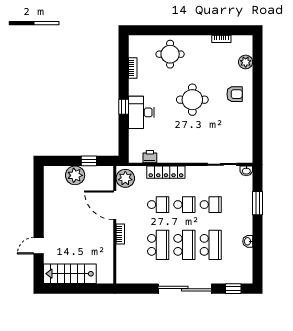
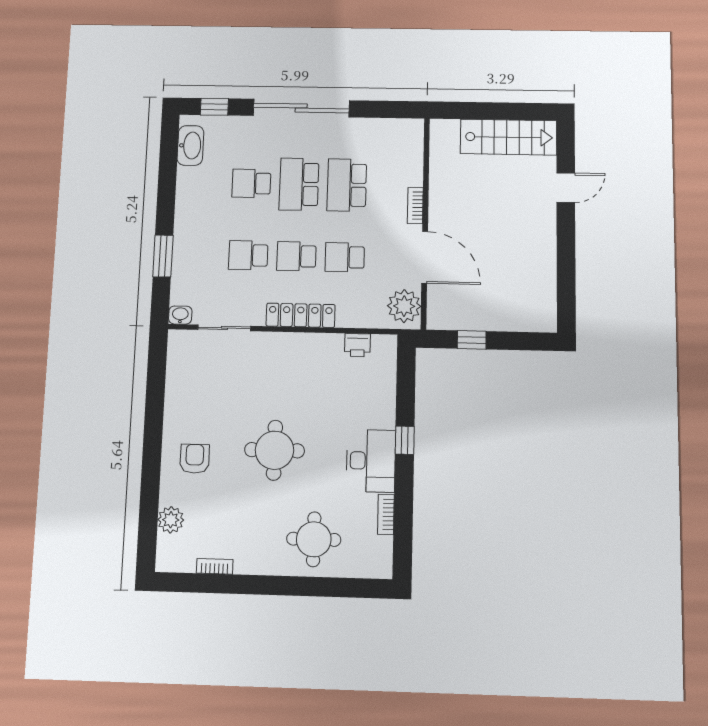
armchair: (235, 94) -> (195, 459), turned 90
desk: (141, 112) -> (371, 461), moved
locker: (166, 172) -> (301, 315), moved
plant: (75, 175) -> (498, 314), removed
washbasin: (248, 241) -> (190, 145), moved, width x1.91, depth x1.45
school desk: (211, 245) -> (251, 183), width x0.54

